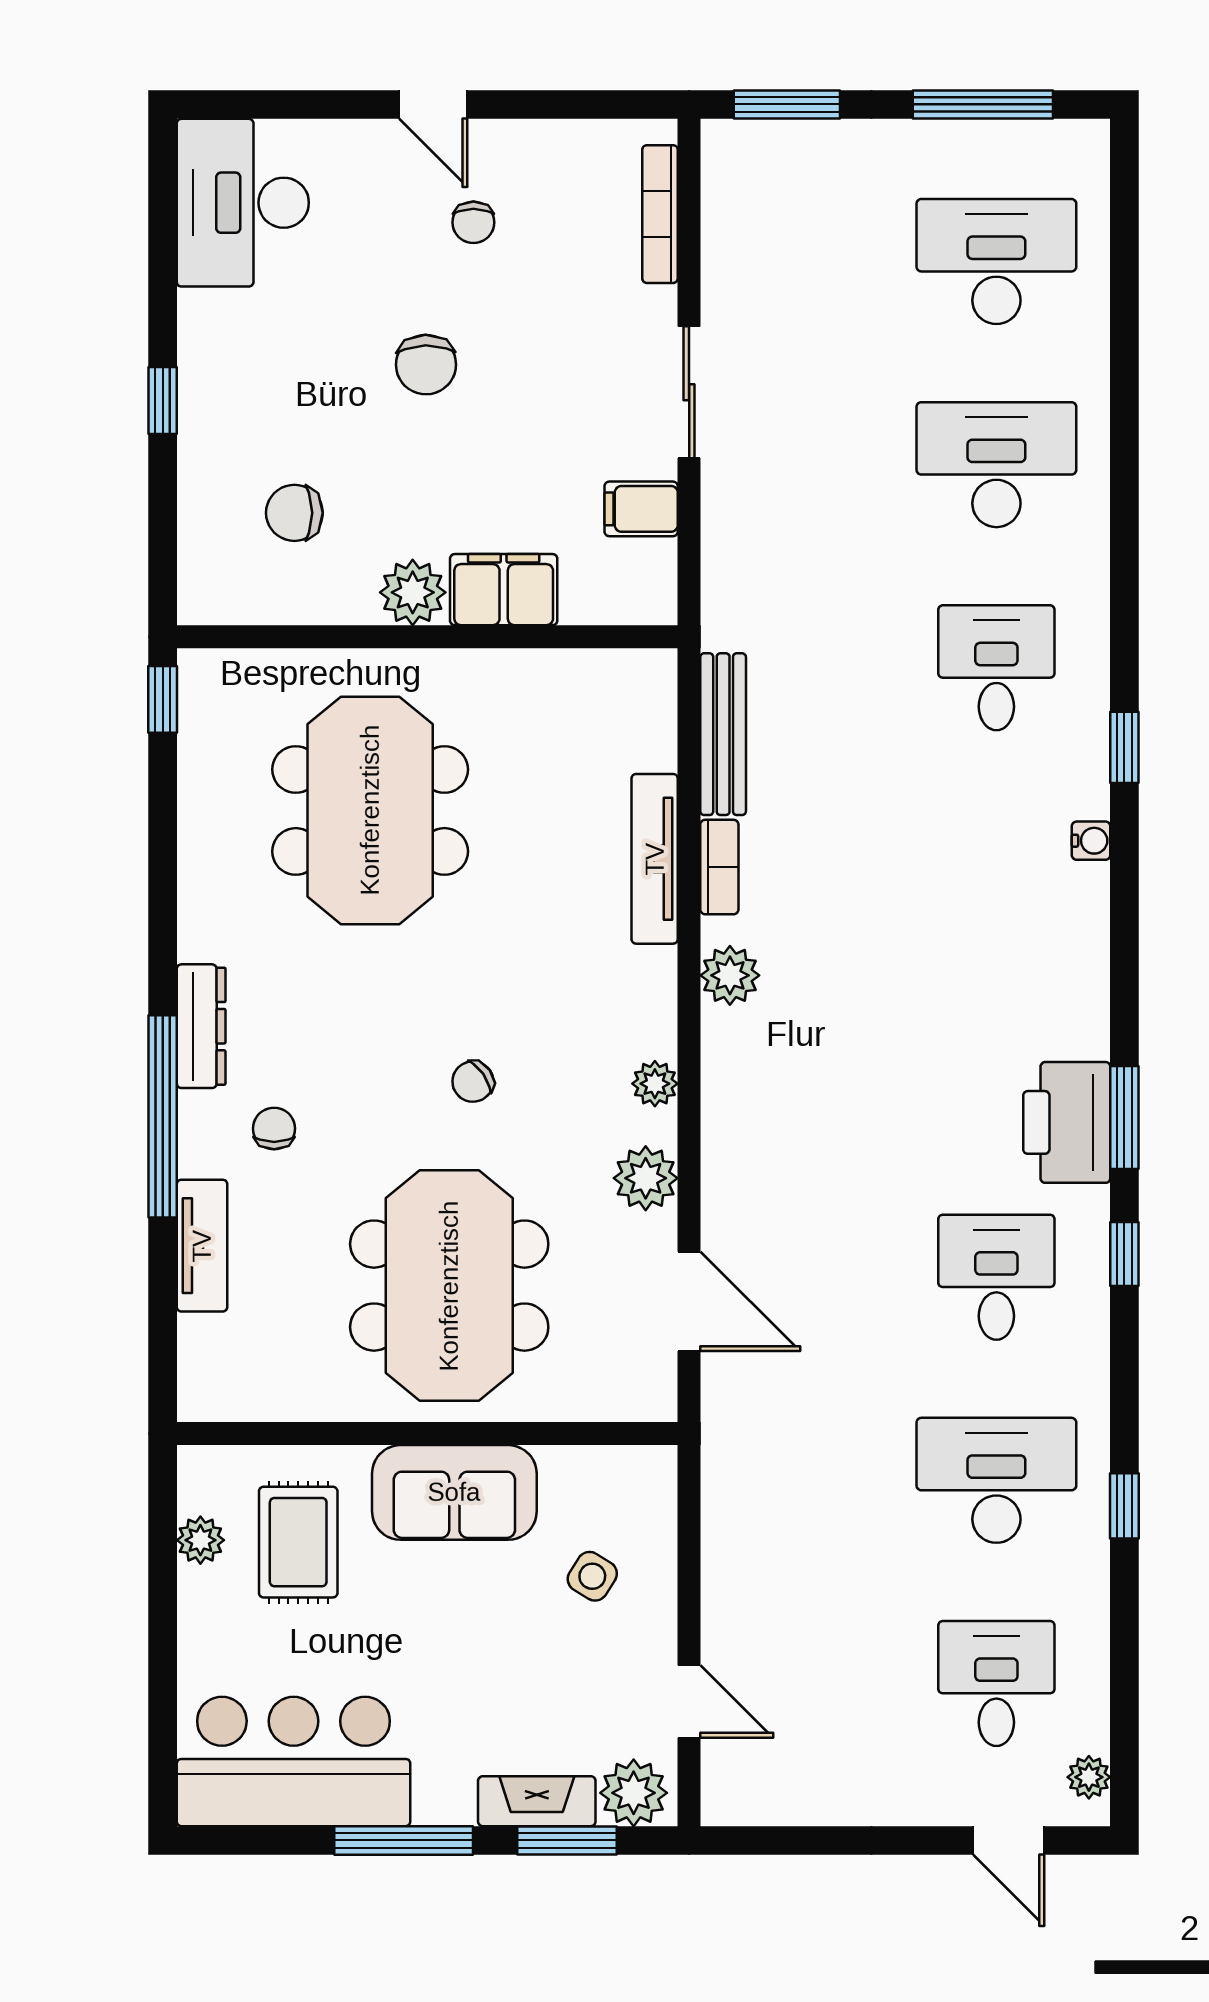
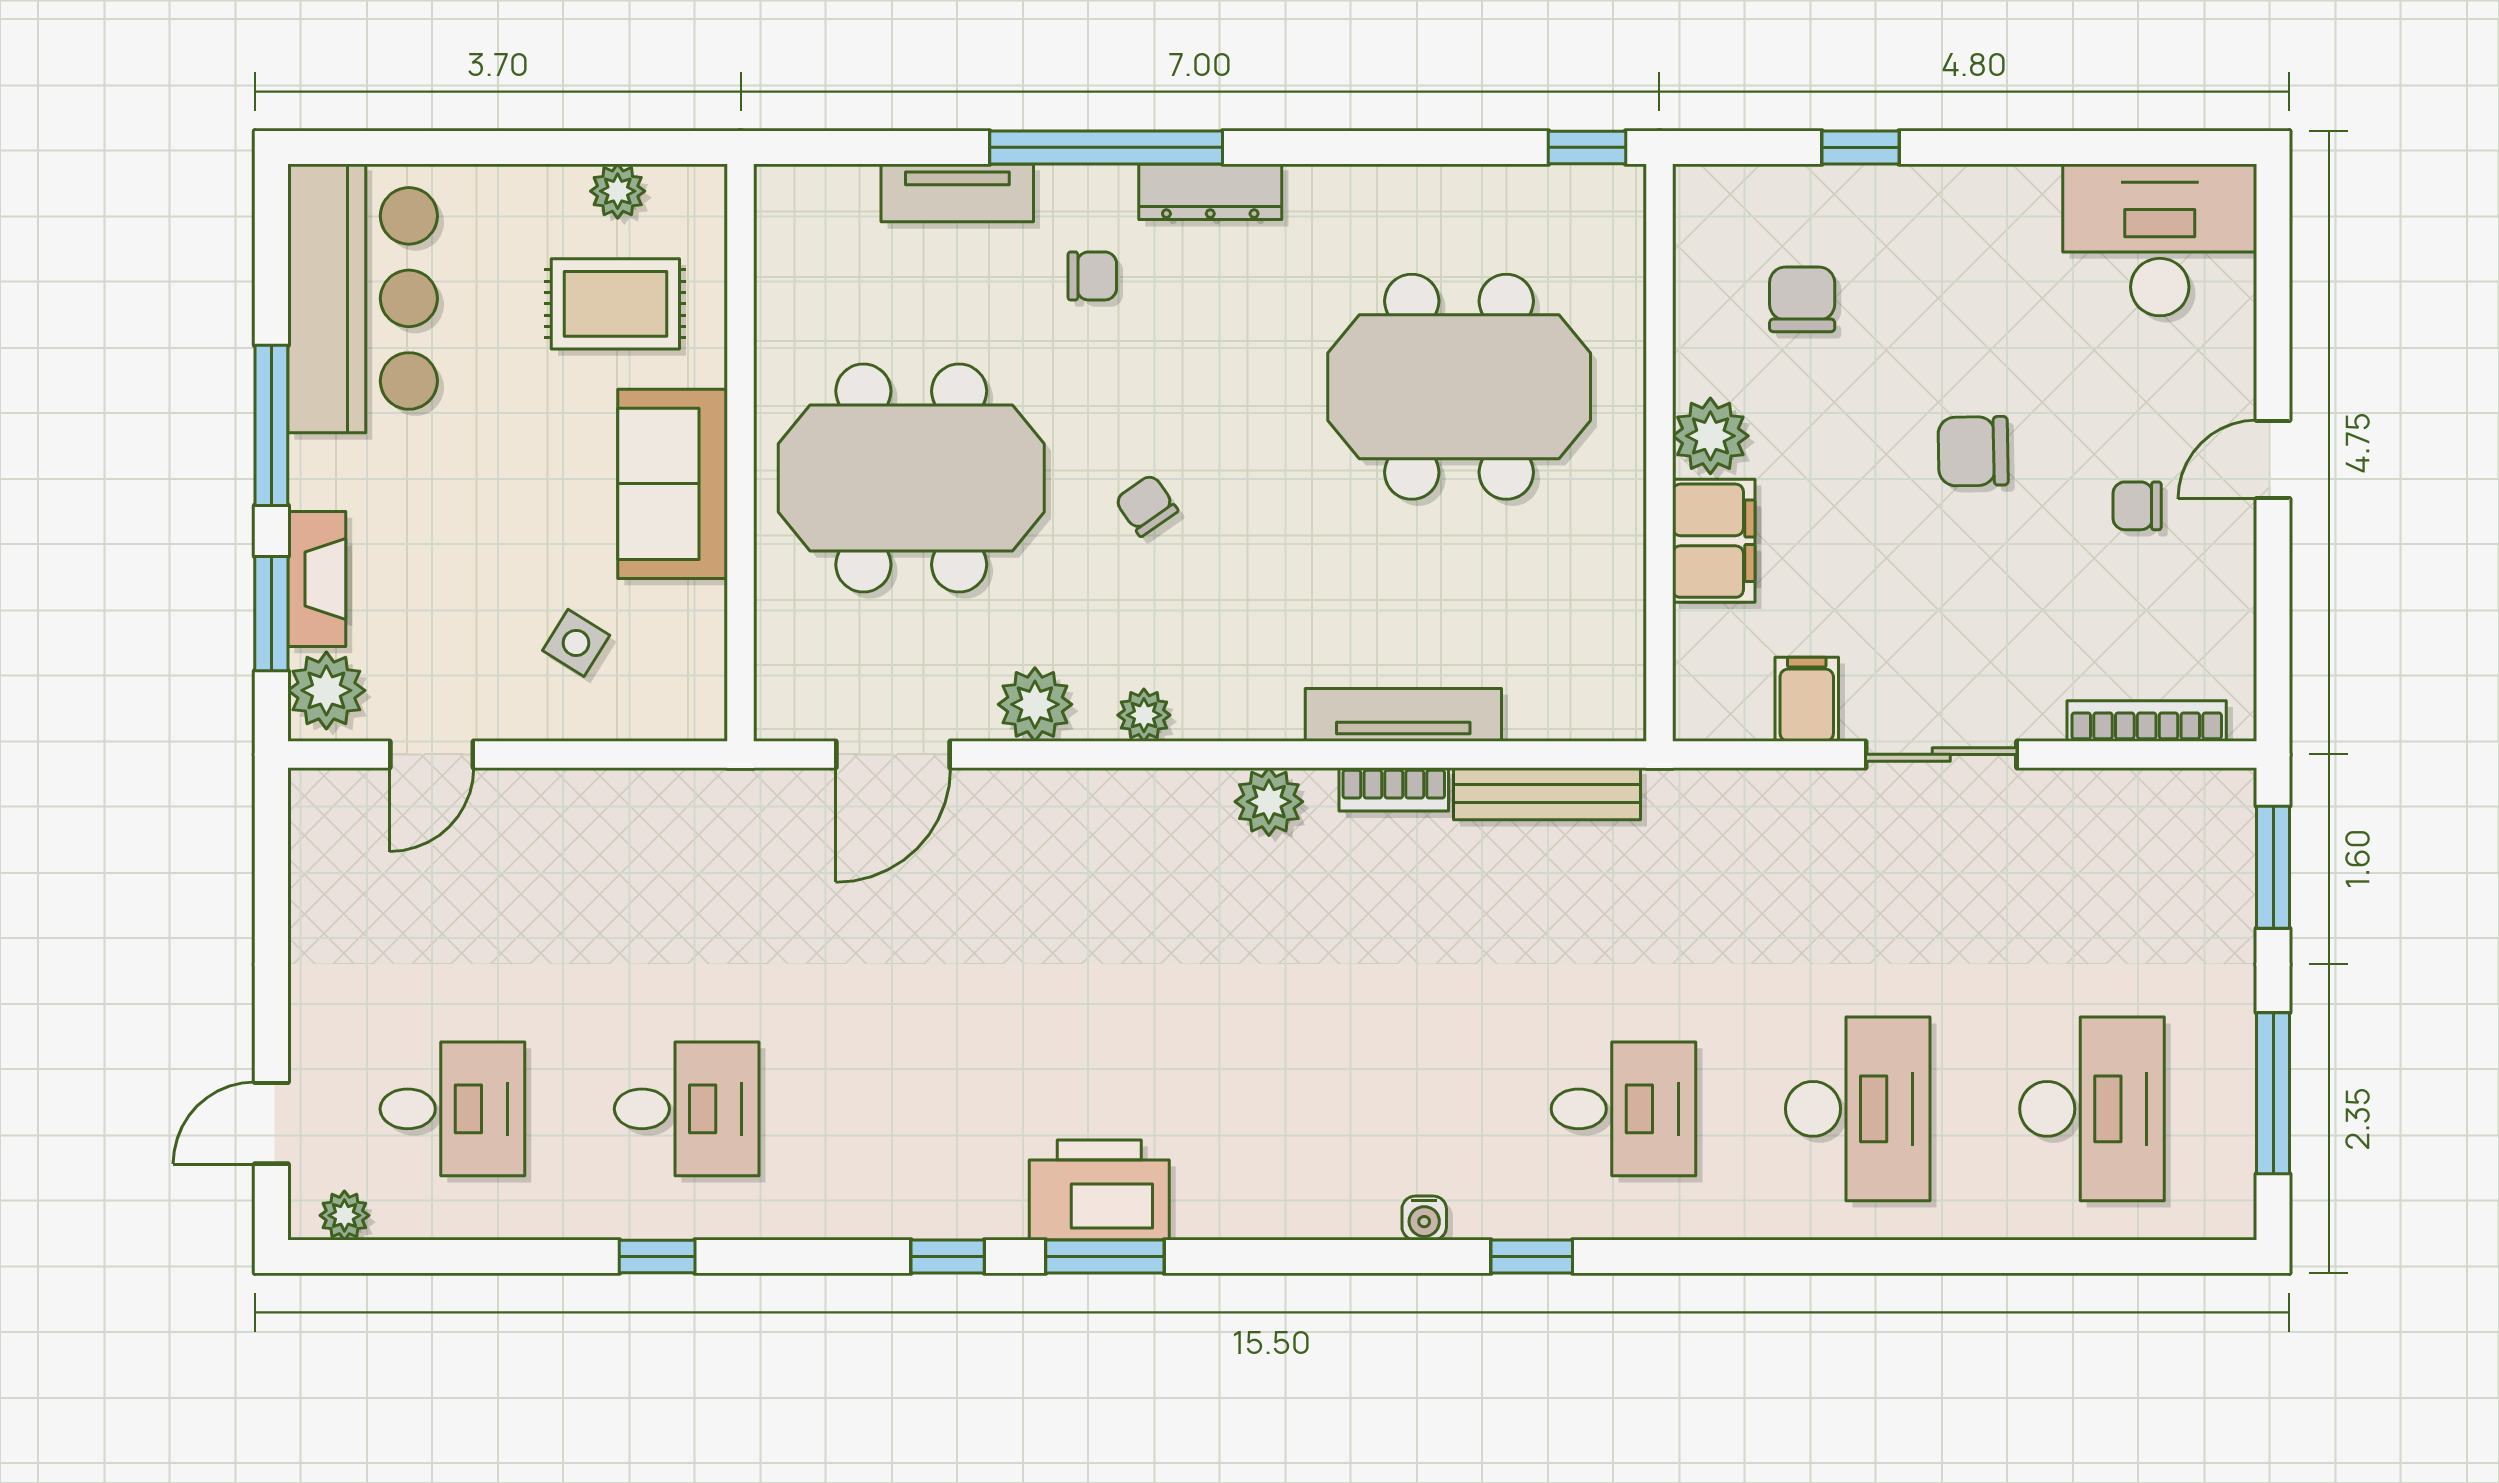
window: (163, 401) -> (1860, 147), moved
desk: (996, 1277) -> (921, 1109), removed
desk: (996, 1480) -> (687, 1109), width x0.73

